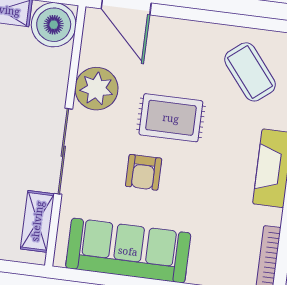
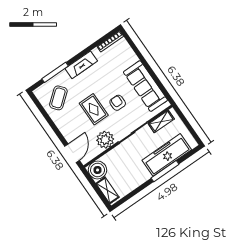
armchair: (144, 172) -> (118, 103), turned -90

